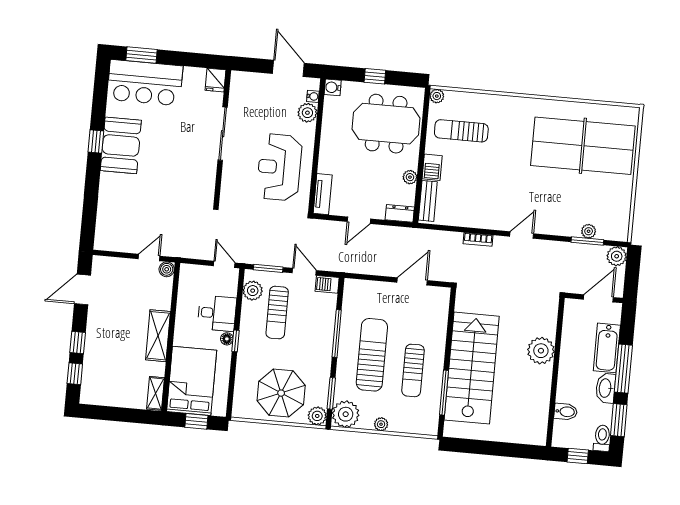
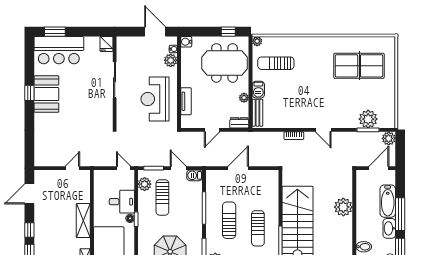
window: (375, 76) -> (228, 32), moved
table tennis table: (583, 146) -> (359, 66), width x0.73, depth x0.76
tv unit: (323, 194) -> (186, 101), moved
plant: (589, 231) -> (368, 119), width x1.87, depth x1.87
door: (522, 235) -> (323, 130), swing flipped
boiler: (167, 269) -> (85, 175), removed
door: (412, 281) -> (238, 168), moved
sun lounger: (372, 355) -> (229, 220), width x0.73, depth x0.75

